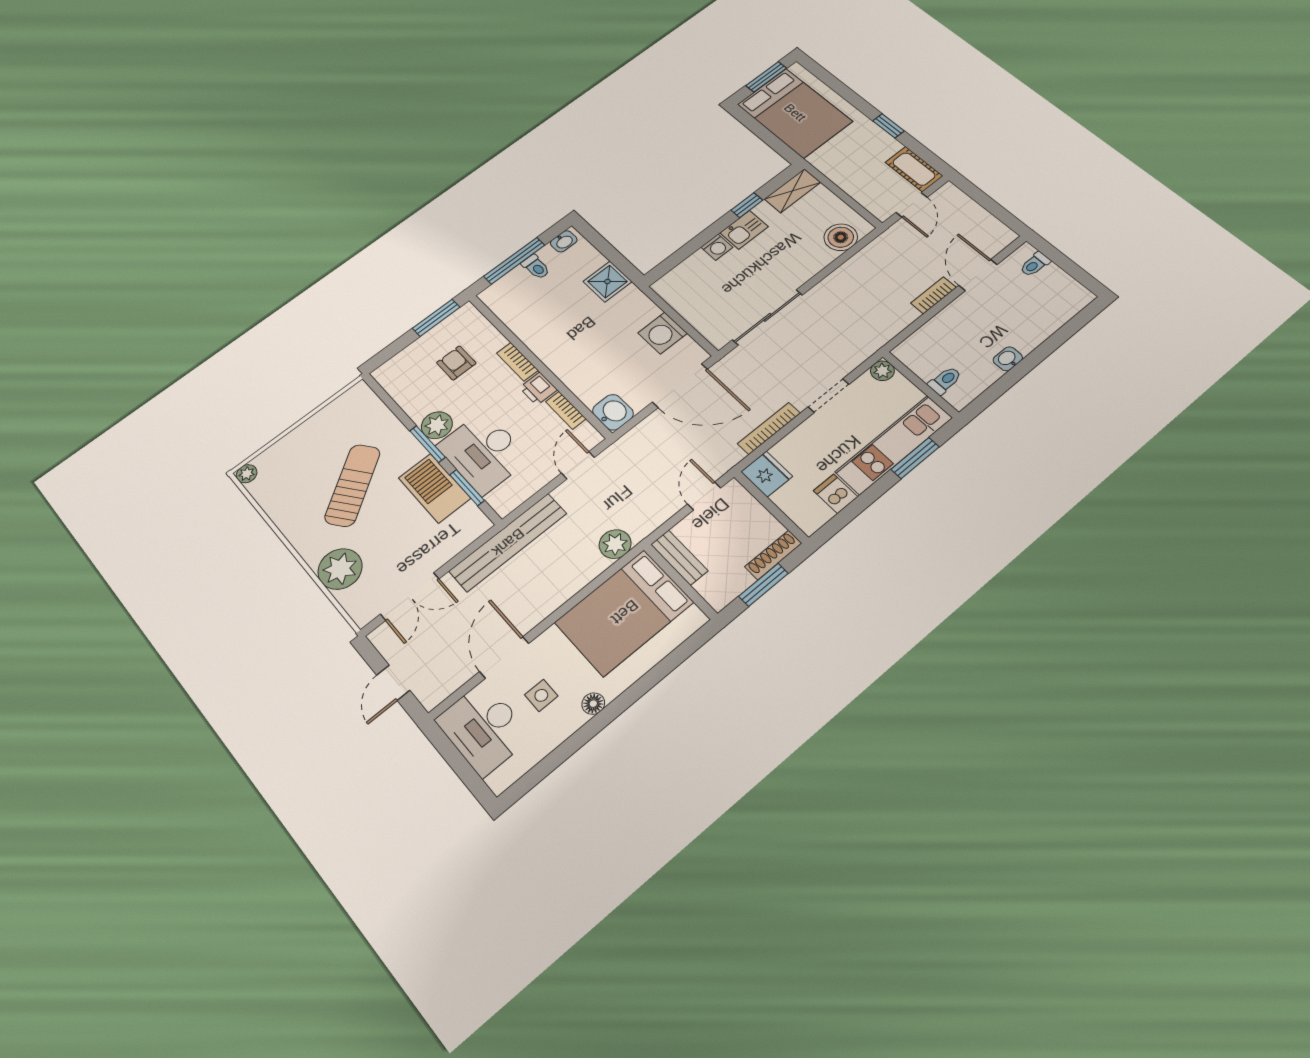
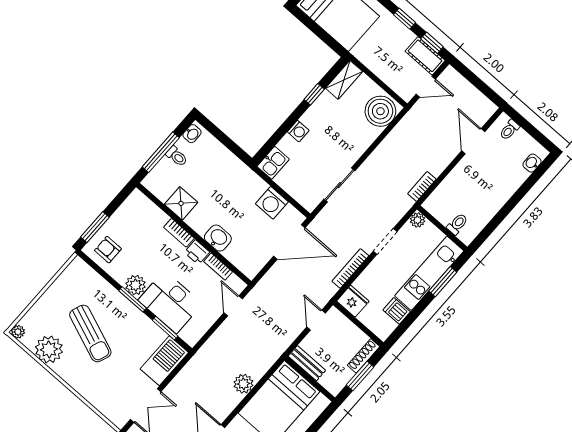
window: (926, 155) -> (432, 43), added
door: (912, 205) -> (426, 87), hinge flipped
kitchen sink: (744, 230) -> (273, 163), moved
boiler: (841, 237) -> (380, 111), width x1.37, depth x1.37
shower: (607, 281) -> (181, 203), moved
bookcase: (934, 295) -> (422, 186), moved
sliding door: (767, 317) -> (339, 185), width x0.73
window: (436, 318) -> (95, 227), moved
washbasin: (1008, 359) -> (532, 163), moved
armchair: (456, 363) -> (108, 250), moved
washbasin: (613, 412) -> (218, 238), moved
sun lounger: (352, 485) -> (90, 333), turned 147
barbecue: (434, 488) -> (164, 361), moved, turned 90
bench: (508, 542) -> (199, 363), removed
plant: (615, 544) -> (243, 384), moved
plant: (340, 569) -> (49, 349), moved

